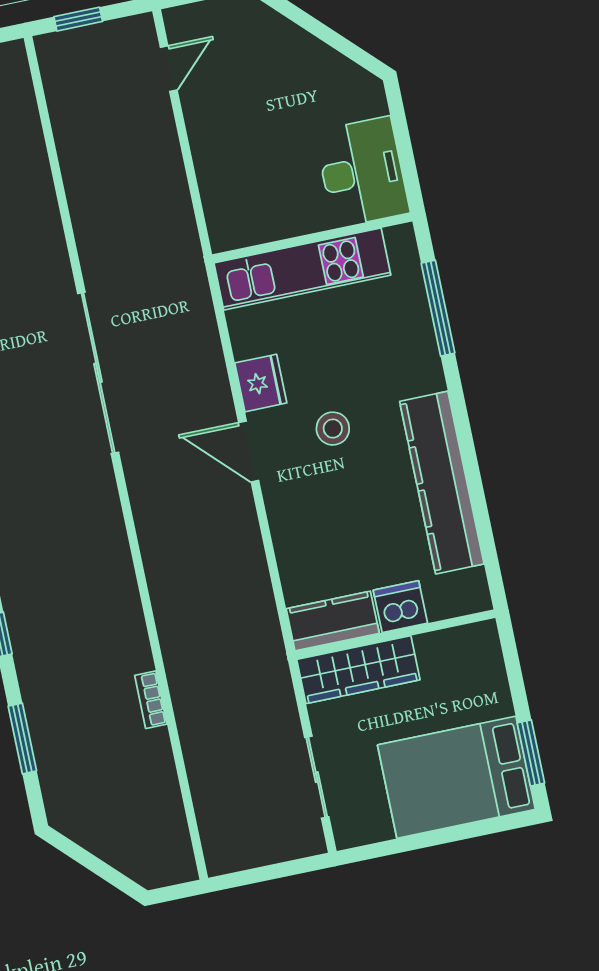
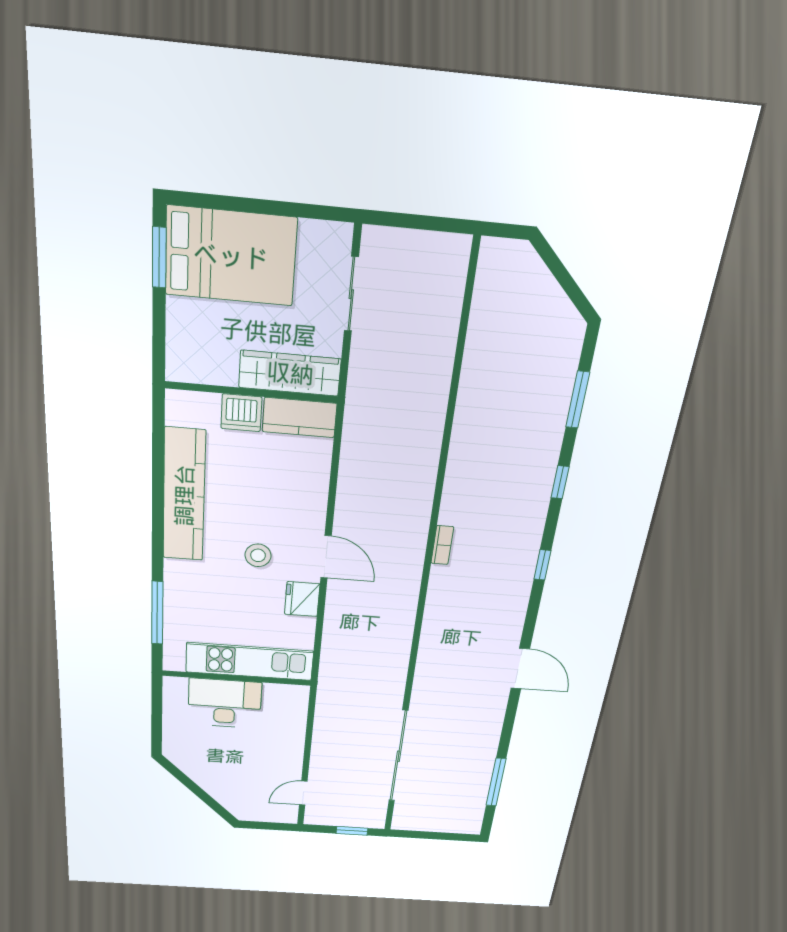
desk: (362, 172) -> (225, 703), moved, turned 90
sliding door: (98, 373) -> (398, 756), moved
bookcase: (151, 700) -> (442, 545), moved

